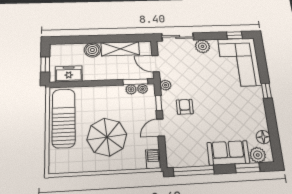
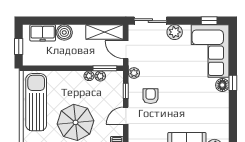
shelving: (120, 49) -> (105, 32), moved
freezer: (69, 74) -> (43, 33), moved, turned 180
plant: (143, 89) -> (89, 76), moved
floor lamp: (263, 137) -> (222, 85), moved

